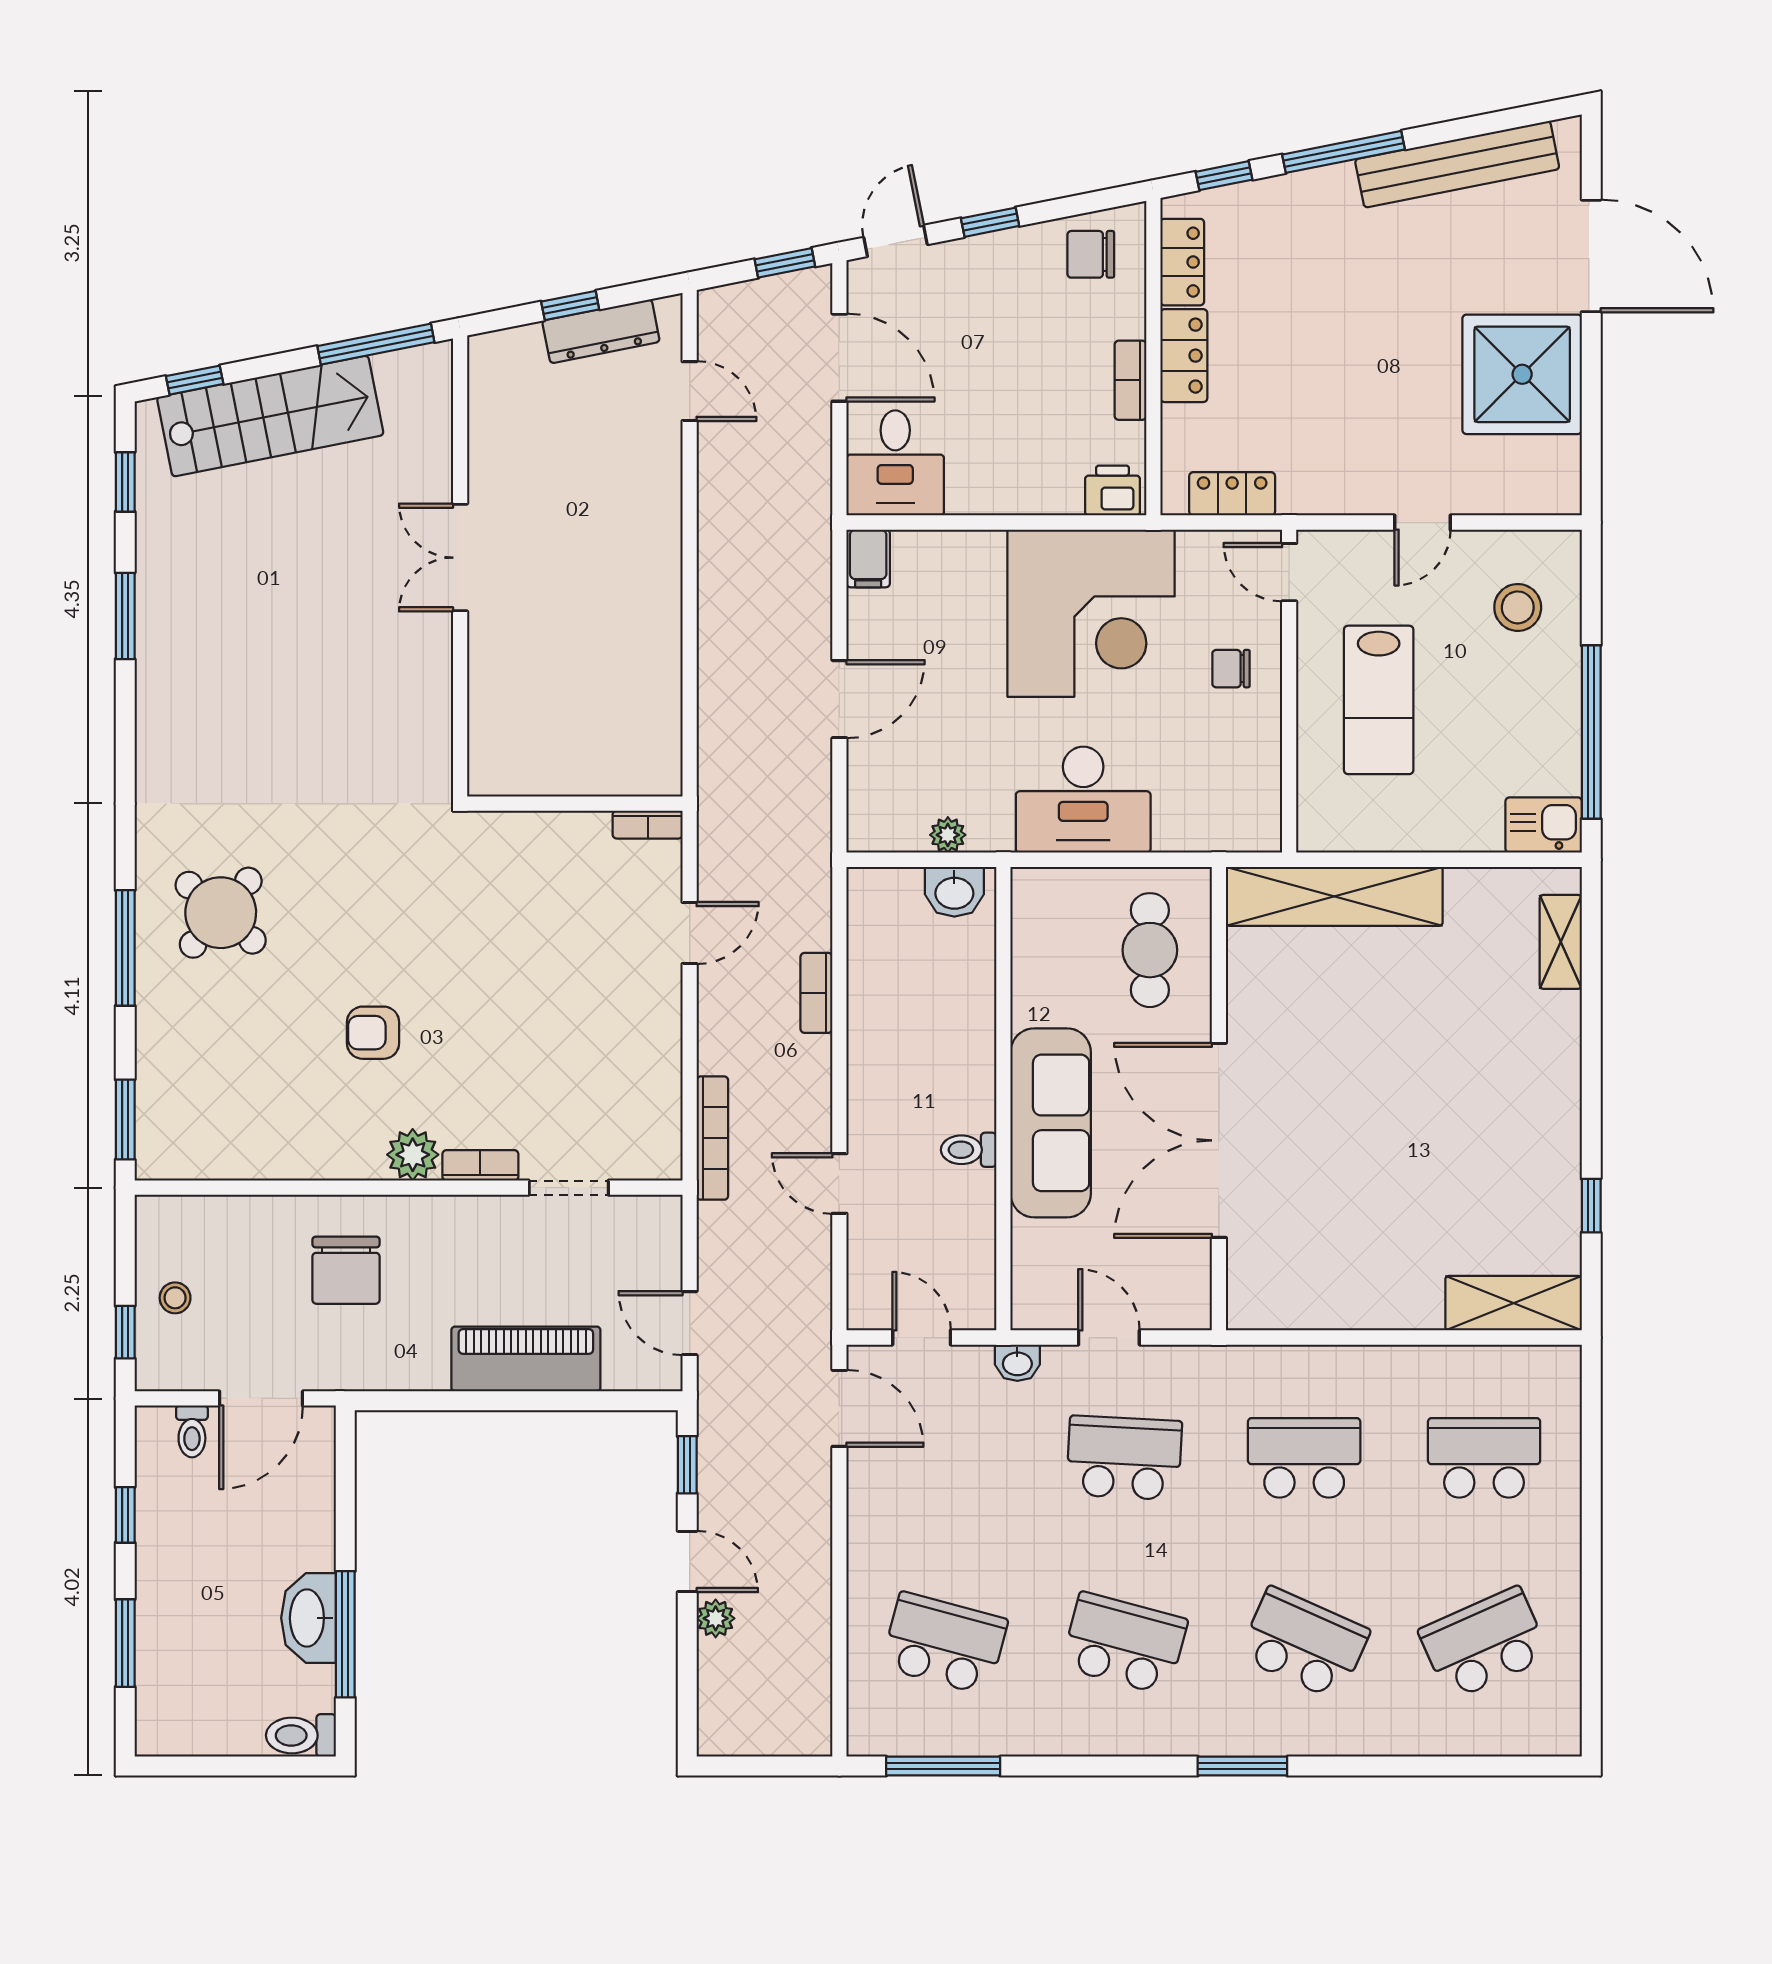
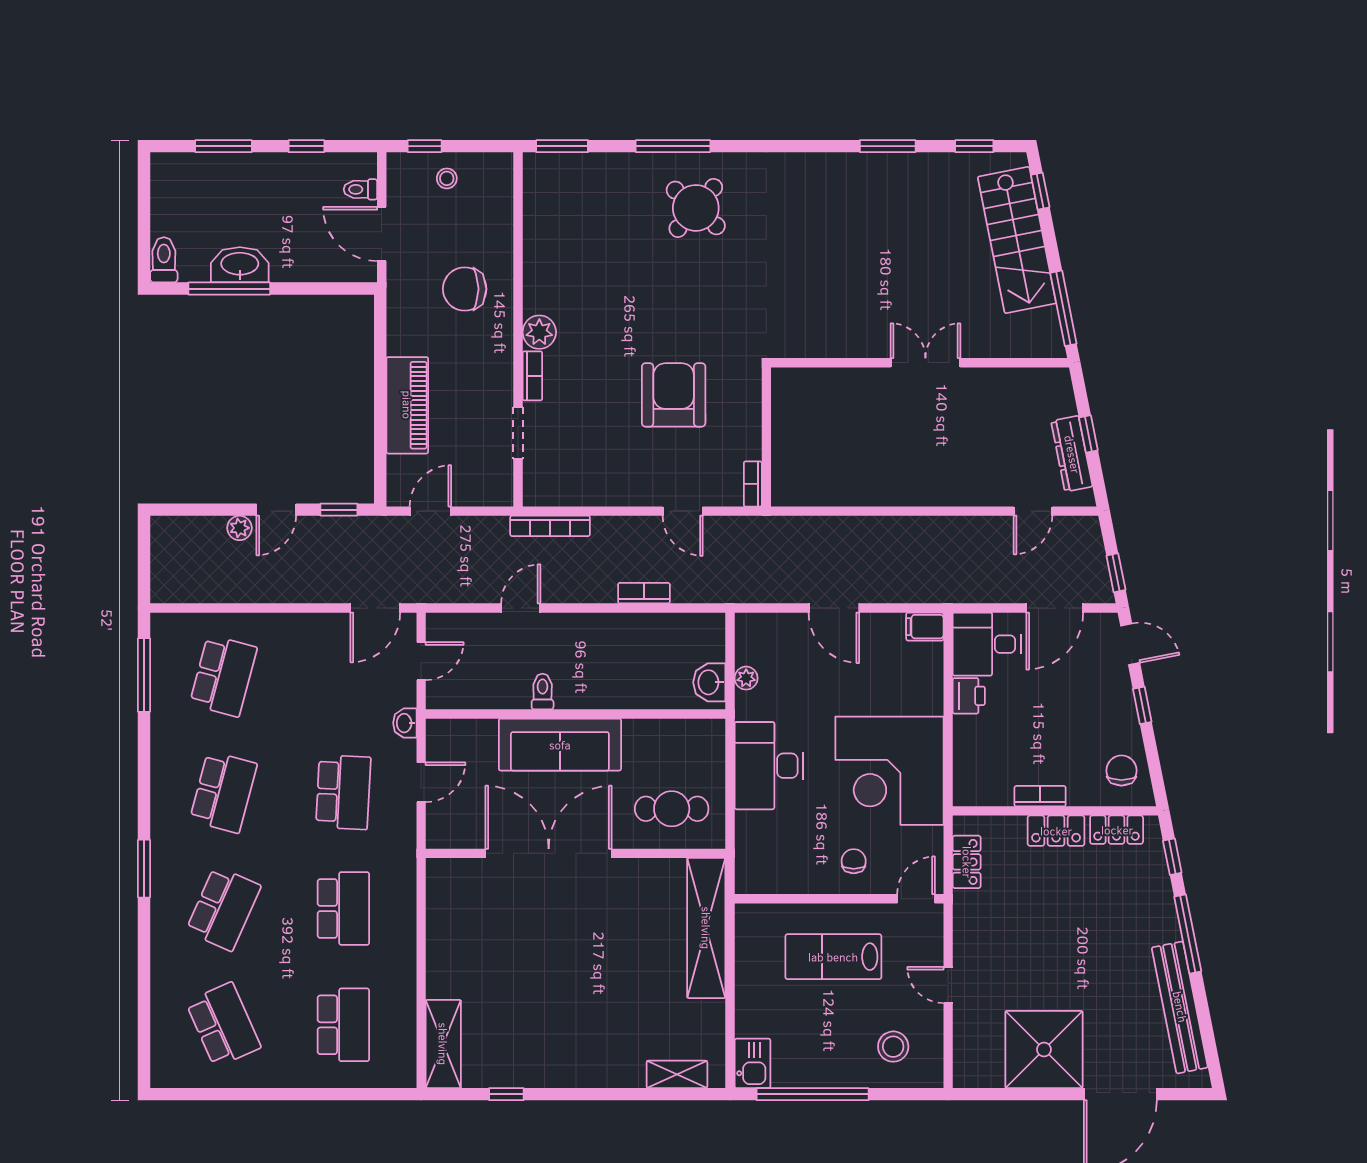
printer: (1113, 491) -> (969, 696), moved
armchair: (373, 1033) -> (674, 395), moved, width x1.88, depth x1.88

